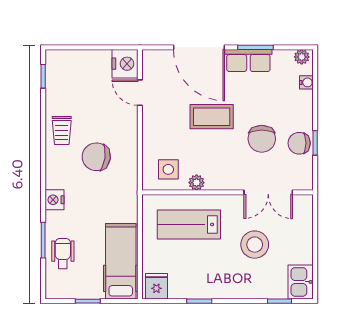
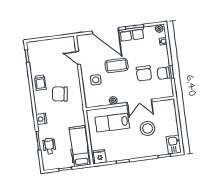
nightstand: (125, 64) -> (68, 44), removed
side table: (168, 169) -> (96, 80), moved
double door: (268, 192) -> (139, 102), moved

